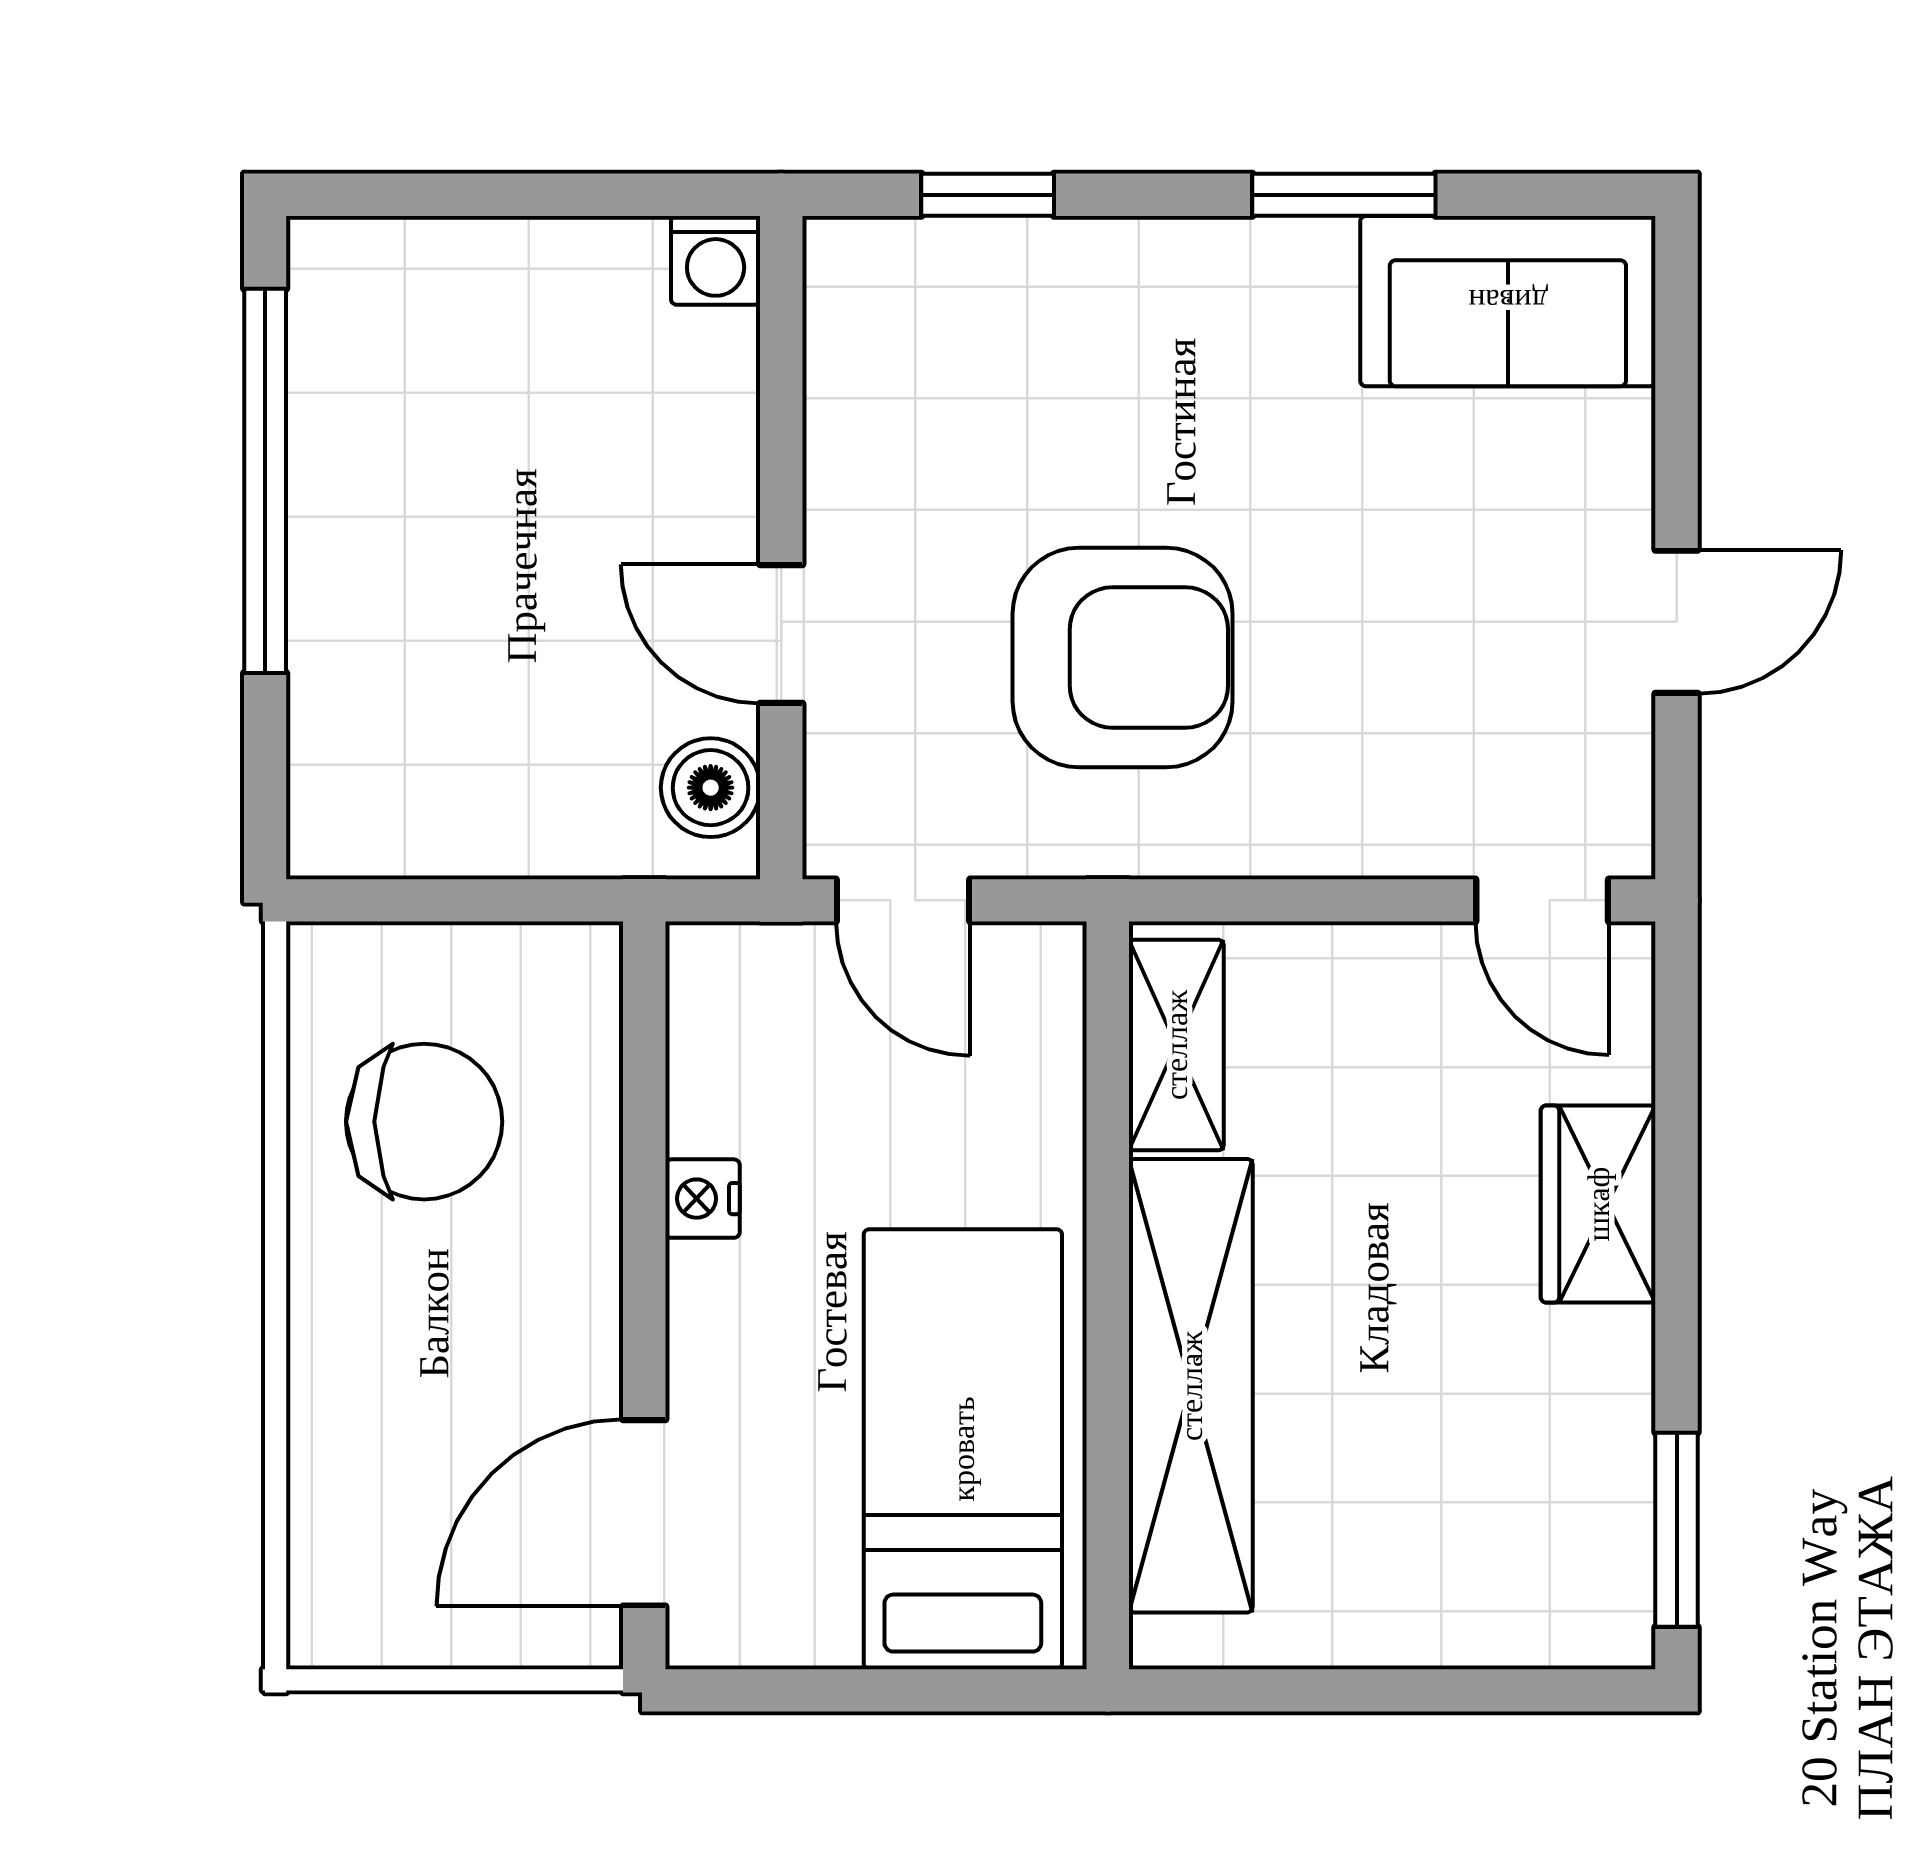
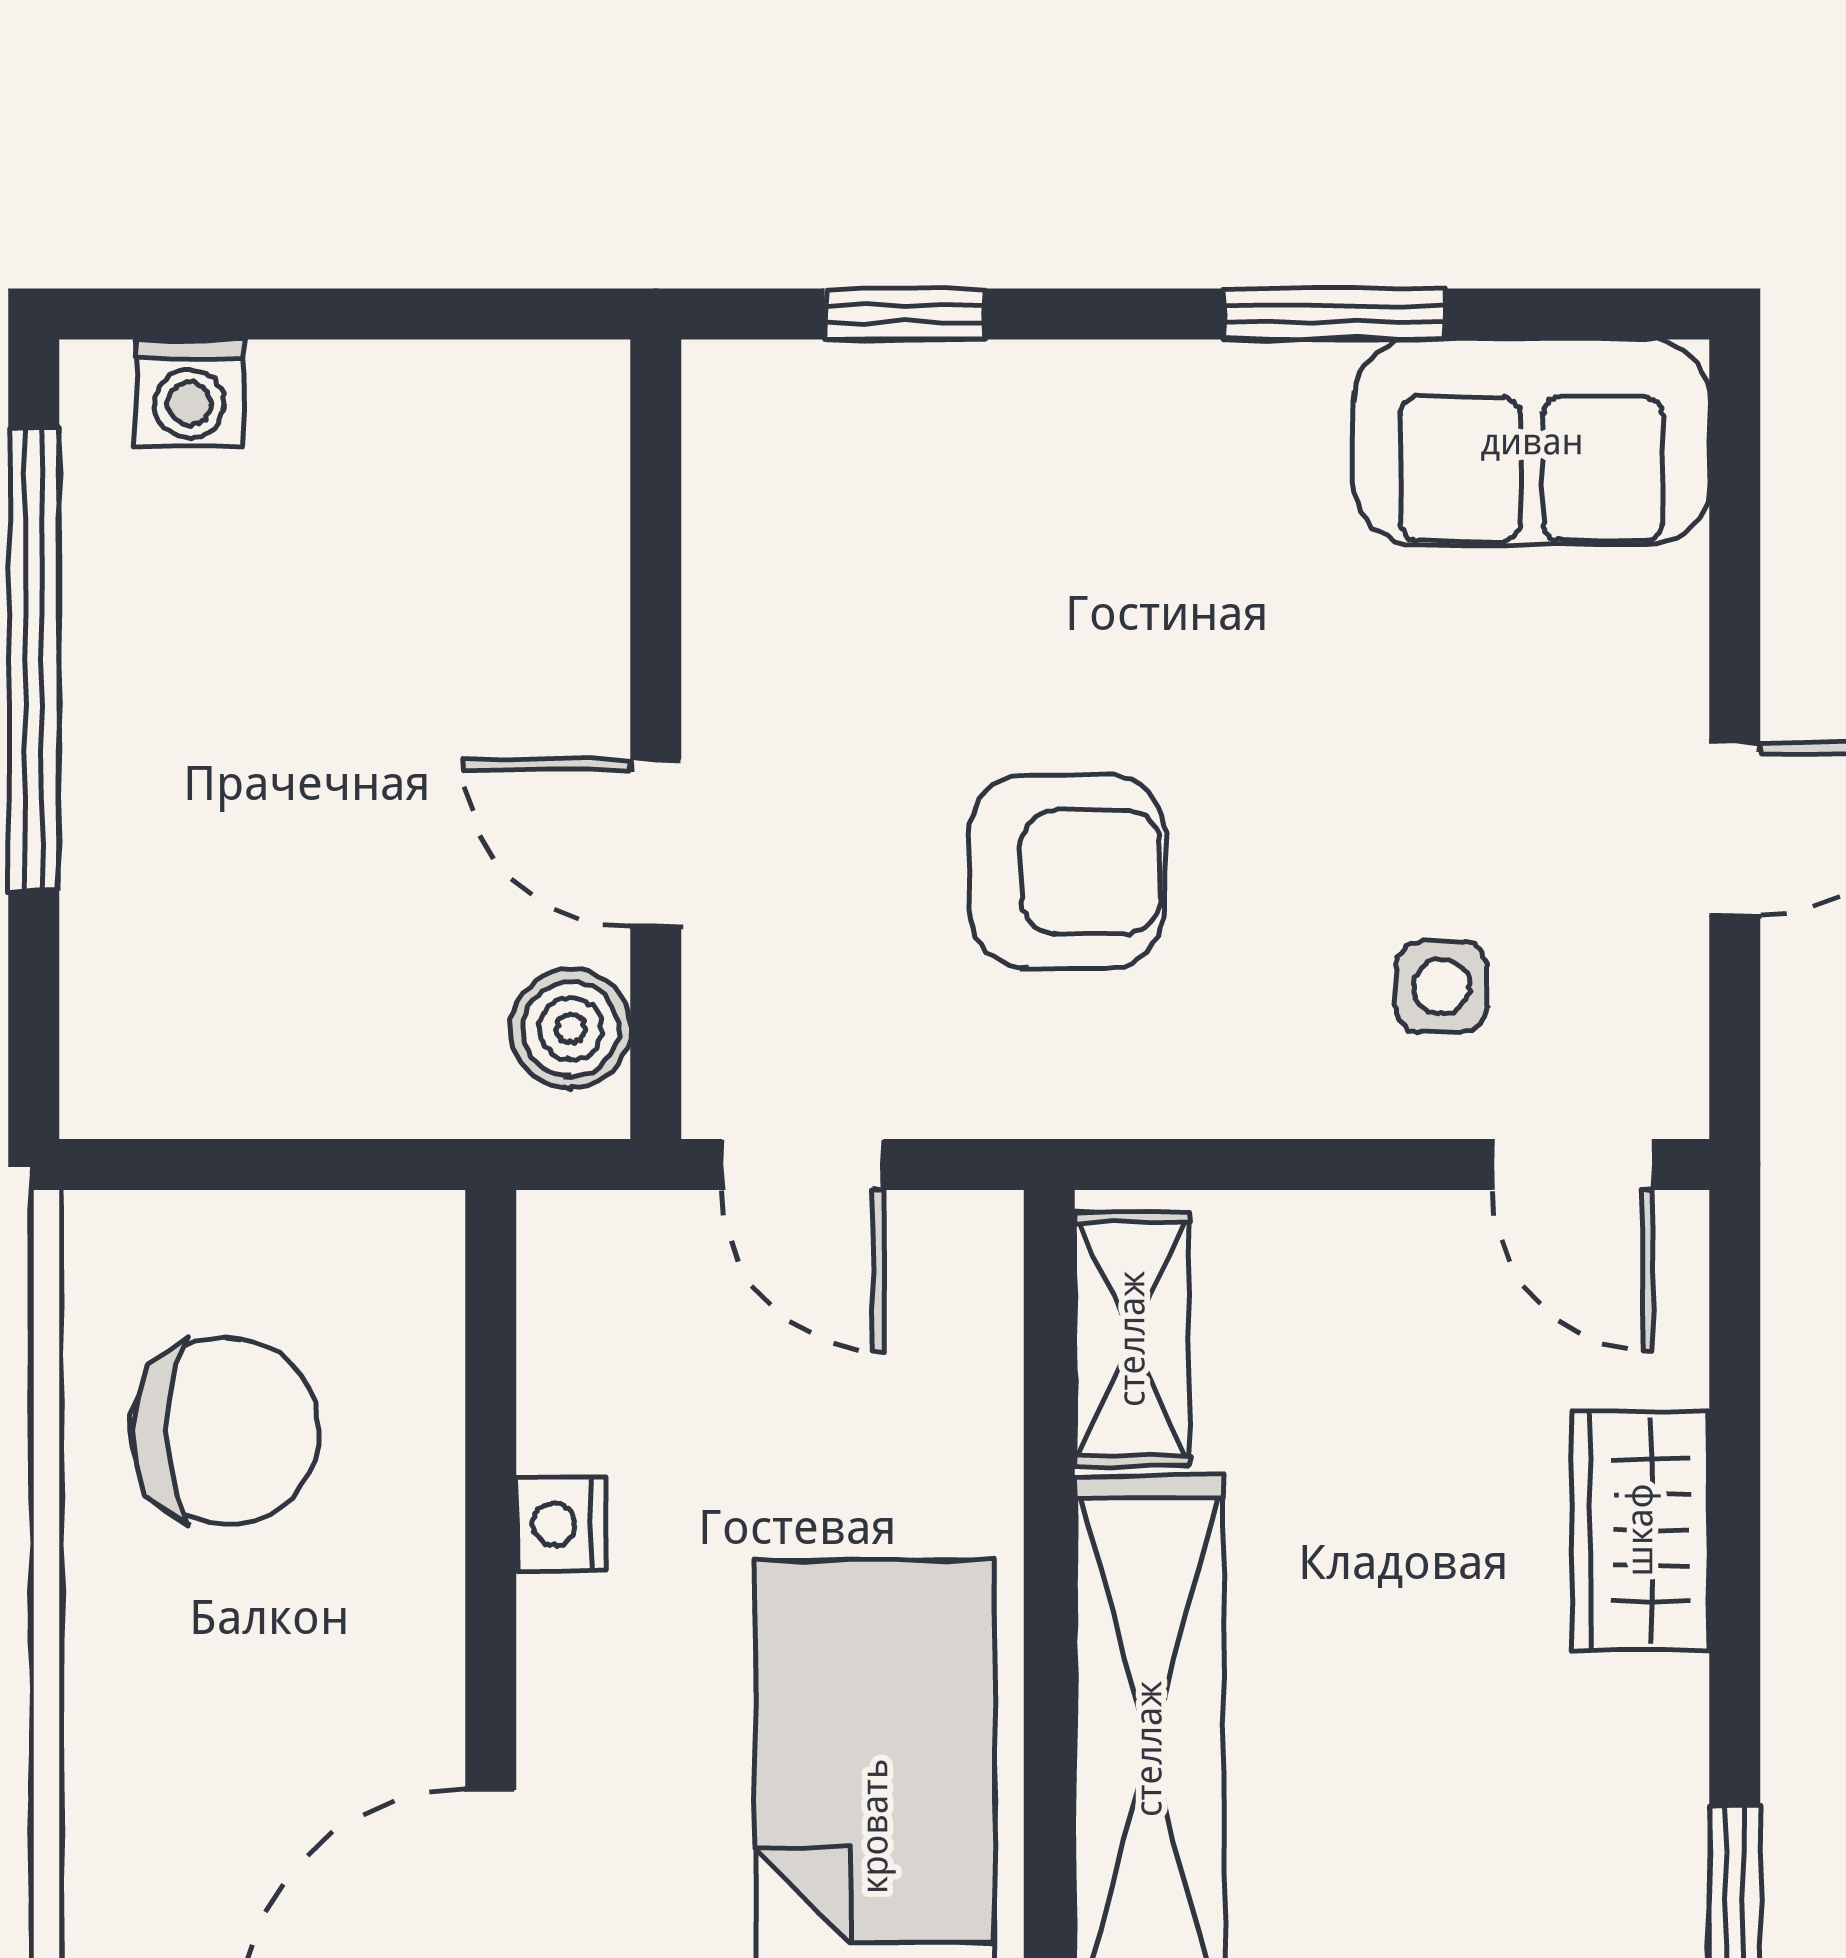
washing machine: (716, 260) -> (190, 393), moved
armchair: (1123, 658) -> (1067, 872), width x0.73, depth x0.73
side table: (1433, 753) -> (1441, 987), added

